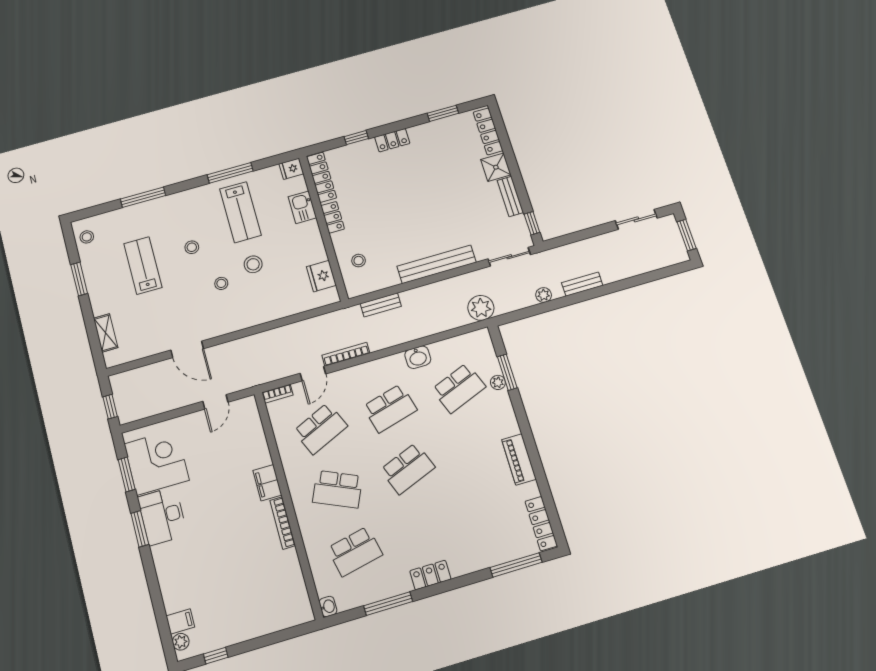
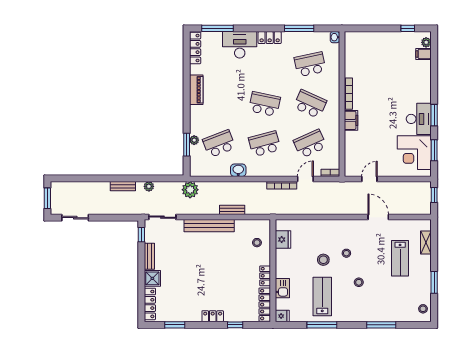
lab bench: (143, 265) -> (400, 258), moved
bench: (381, 305) -> (232, 210), moved
school desk: (408, 468) -> (265, 104), turned 33
desk: (474, 549) -> (240, 45), added

